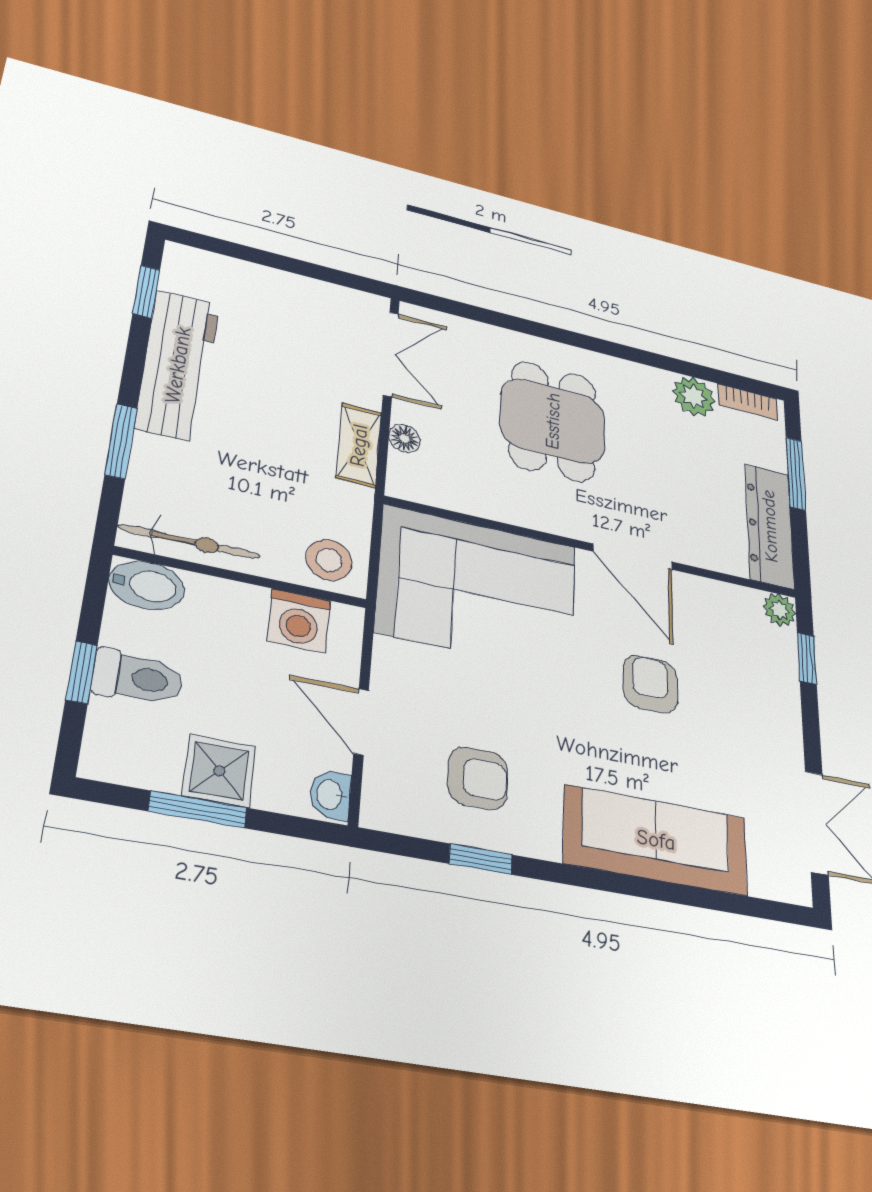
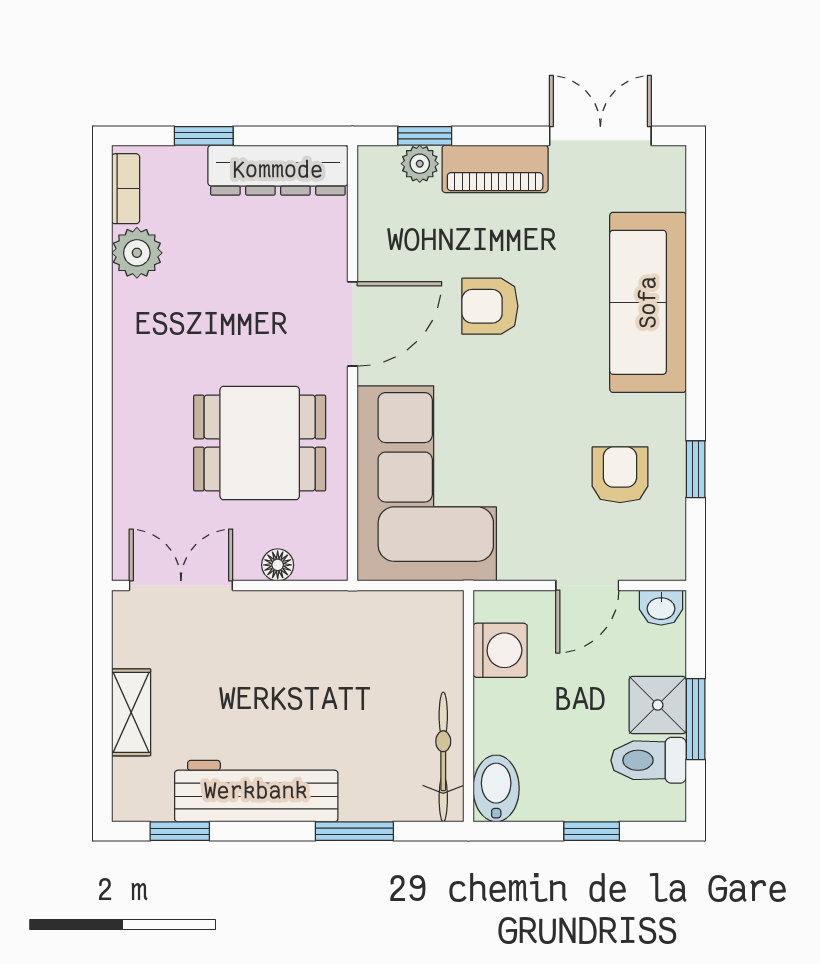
dining table: (553, 421) -> (260, 443), moved
shelving: (359, 445) -> (131, 712), moved, turned 90
window: (796, 474) -> (204, 136), width x0.67
stool: (329, 560) -> (431, 628), removed
plant: (779, 610) -> (420, 164), moved
toilet: (138, 678) -> (649, 760), moved, turned -90
piano: (780, 716) -> (495, 169), added

